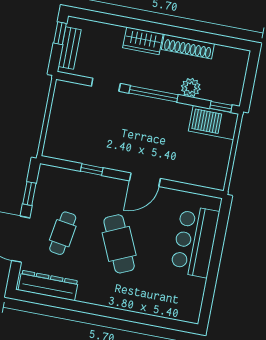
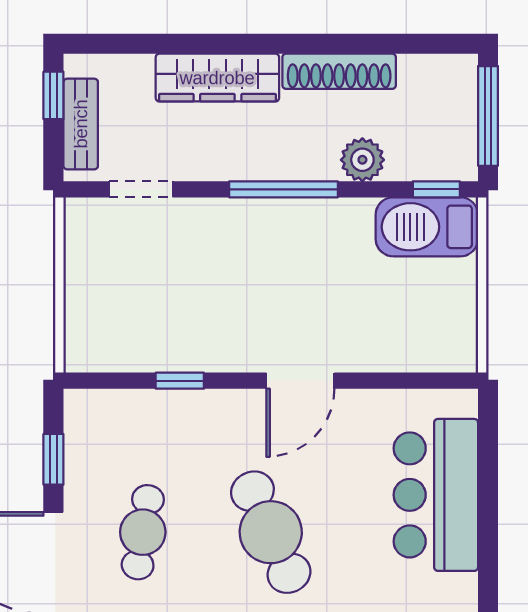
wardrobe: (143, 41) -> (217, 78), width x1.50
window: (250, 79) -> (488, 116), added
doorway: (106, 85) -> (141, 189), moved

